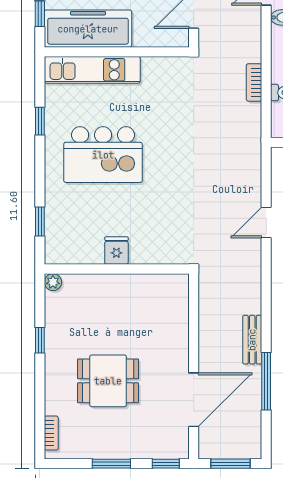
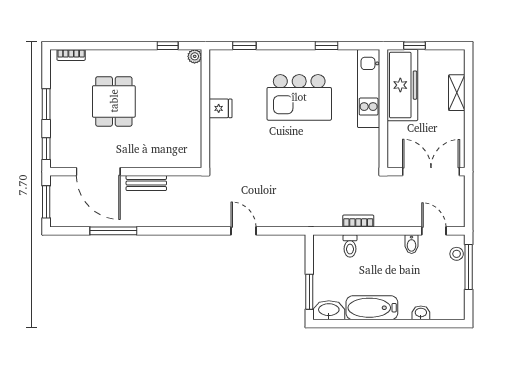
kitchen island: (103, 155) -> (299, 97), turned -90
window: (40, 340) -> (168, 46), moved
bench: (252, 340) -> (146, 183), moved

